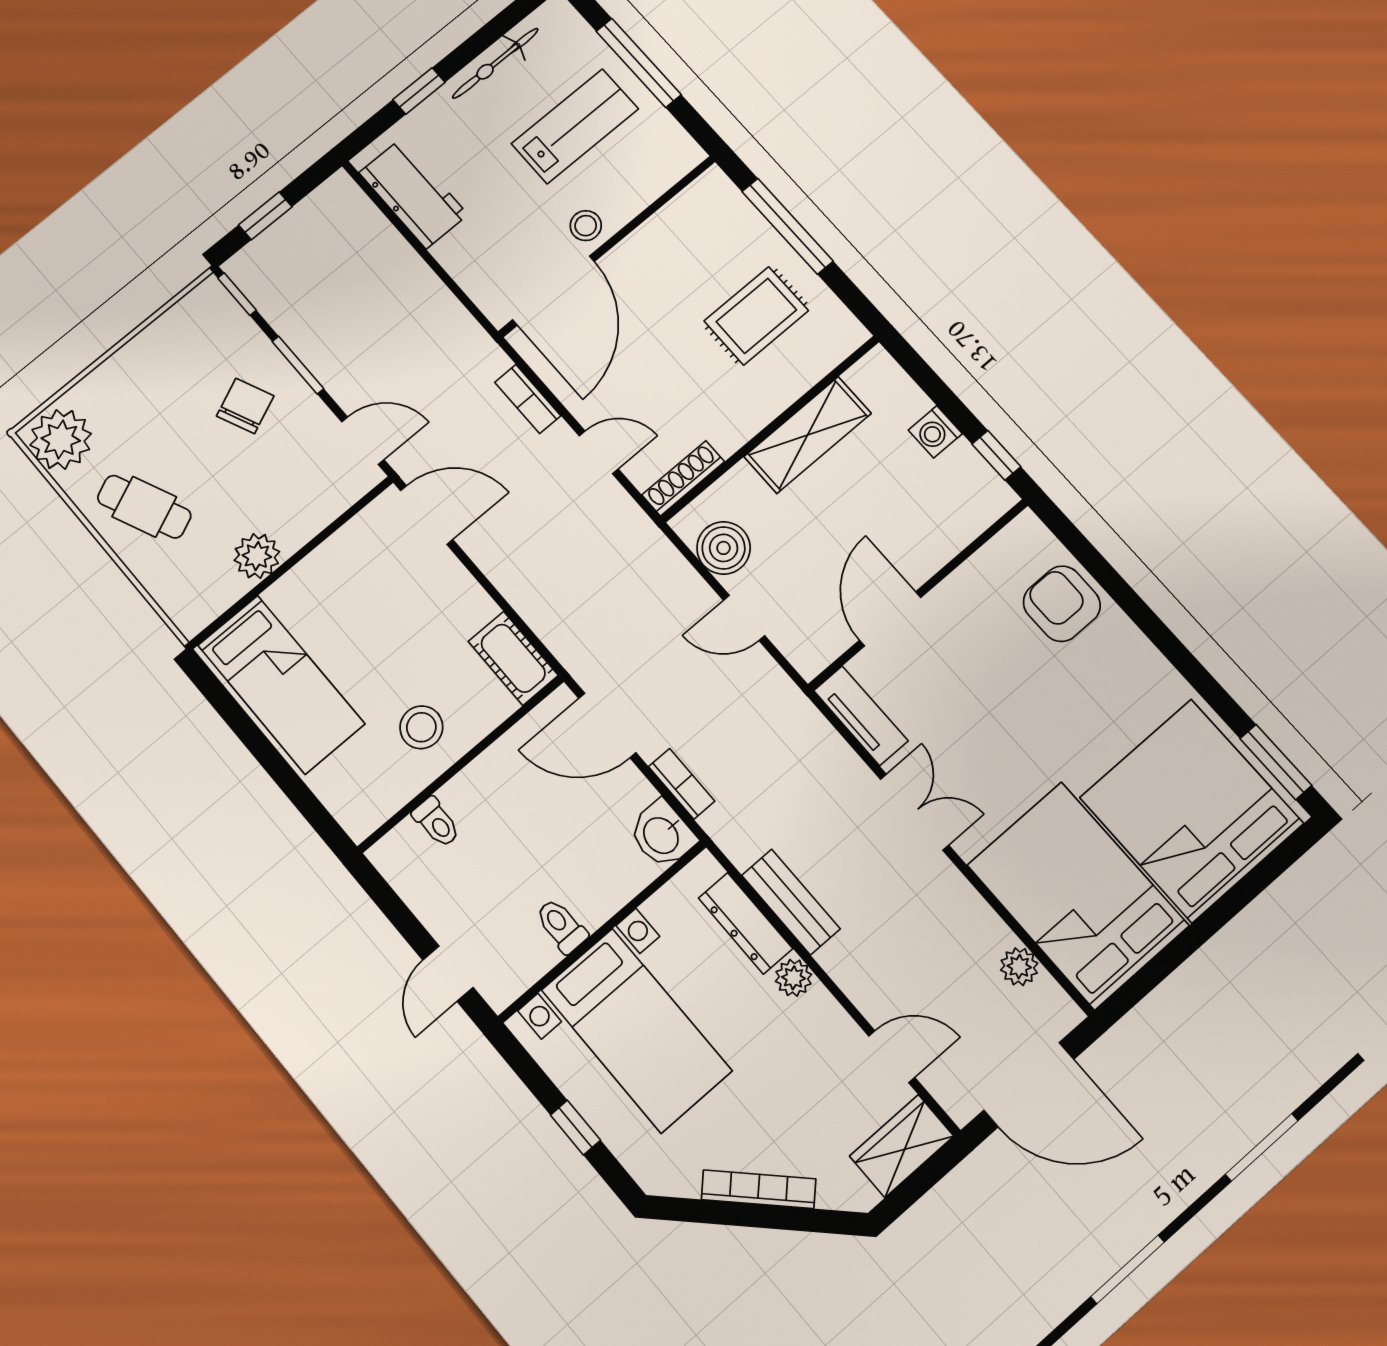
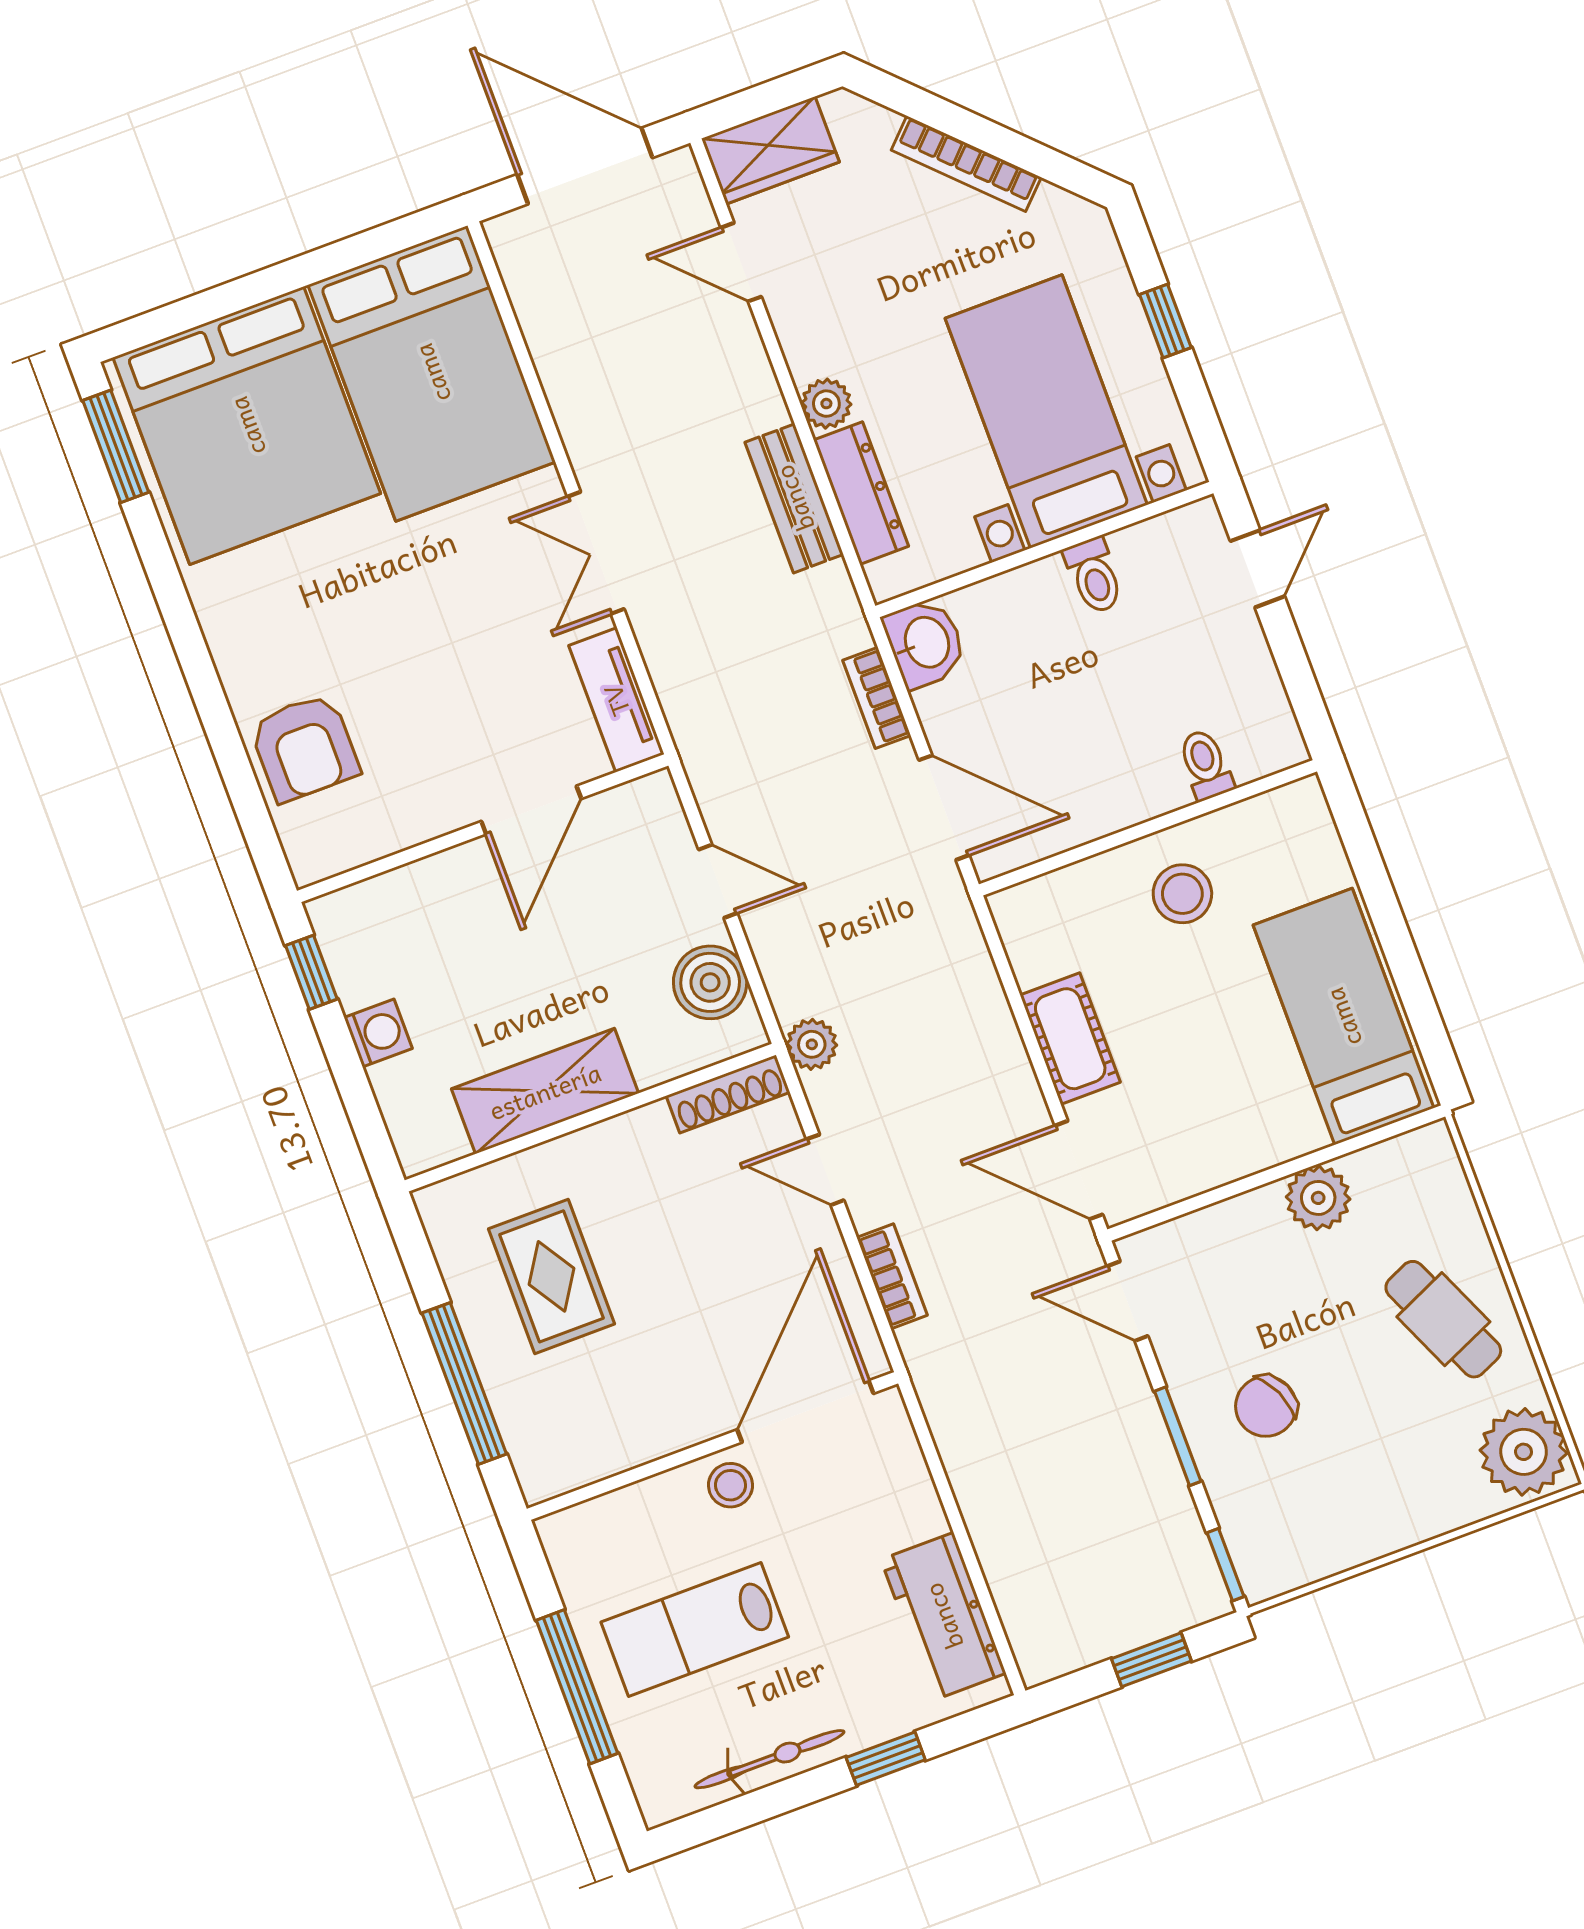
rug: (756, 316) -> (552, 1276), turned 90
cot: (513, 658) -> (1070, 1039), moved
plant: (1019, 967) -> (812, 1044), moved

